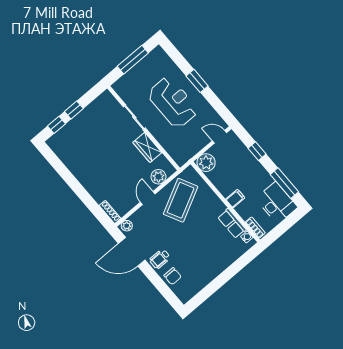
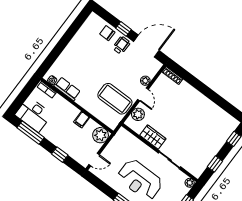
plant: (117, 86) -> (190, 183), added
window: (74, 110) -> (215, 164), moved
filing cabinet: (235, 199) -> (82, 120), moved
coffee table: (181, 200) -> (115, 99), turned -63
plant: (127, 226) -> (145, 81), moved
window: (153, 277) -> (124, 29), added

